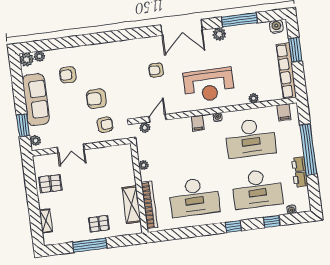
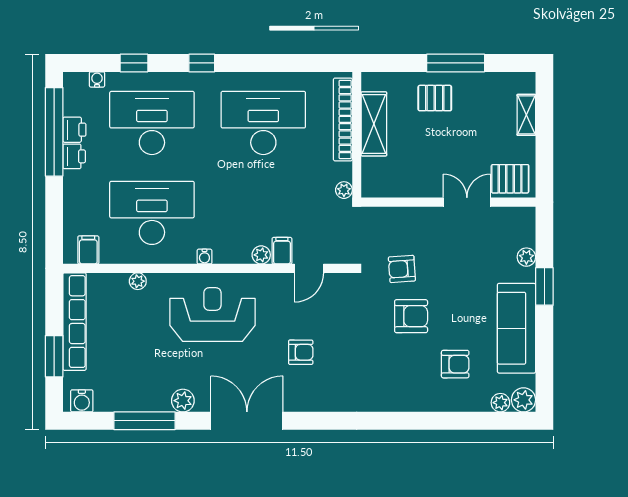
filing cabinet: (198, 123) -> (282, 251), moved
plant: (145, 128) -> (261, 255), moved
wall: (81, 147) -> (448, 202), moved
double door: (71, 148) -> (467, 202), moved
window: (308, 149) -> (54, 132), moved

